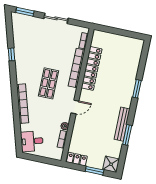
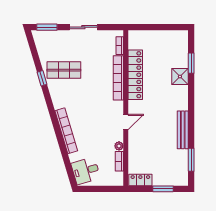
shop shelf: (49, 83) -> (64, 70), moved, turned 90
window: (137, 89) -> (191, 63), moved
window: (127, 135) -> (191, 160), moved
shower: (111, 164) -> (180, 77), moved

